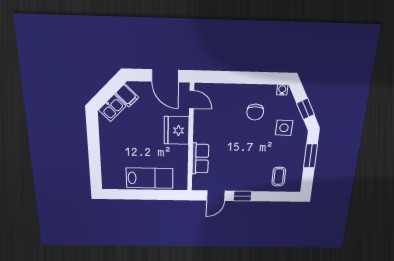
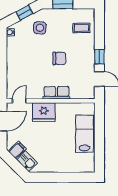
chair: (255, 112) -> (59, 58), moved
row of seats: (200, 159) -> (56, 93), moved

